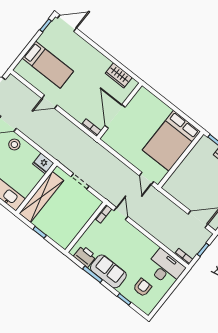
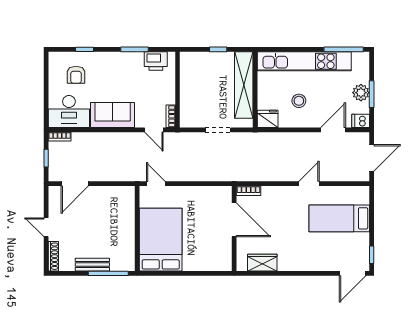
stool: (14, 144) -> (299, 101), moved
sofa: (108, 271) -> (113, 115), moved, turned 180

